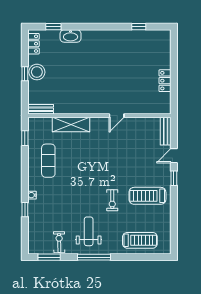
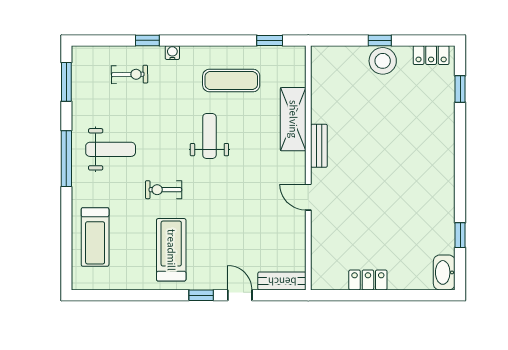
washbasin: (71, 36) -> (444, 272), moved
bench: (41, 109) -> (319, 146), moved
weight bench: (81, 173) -> (209, 136), added
exercise bike: (59, 242) -> (130, 74), moved

